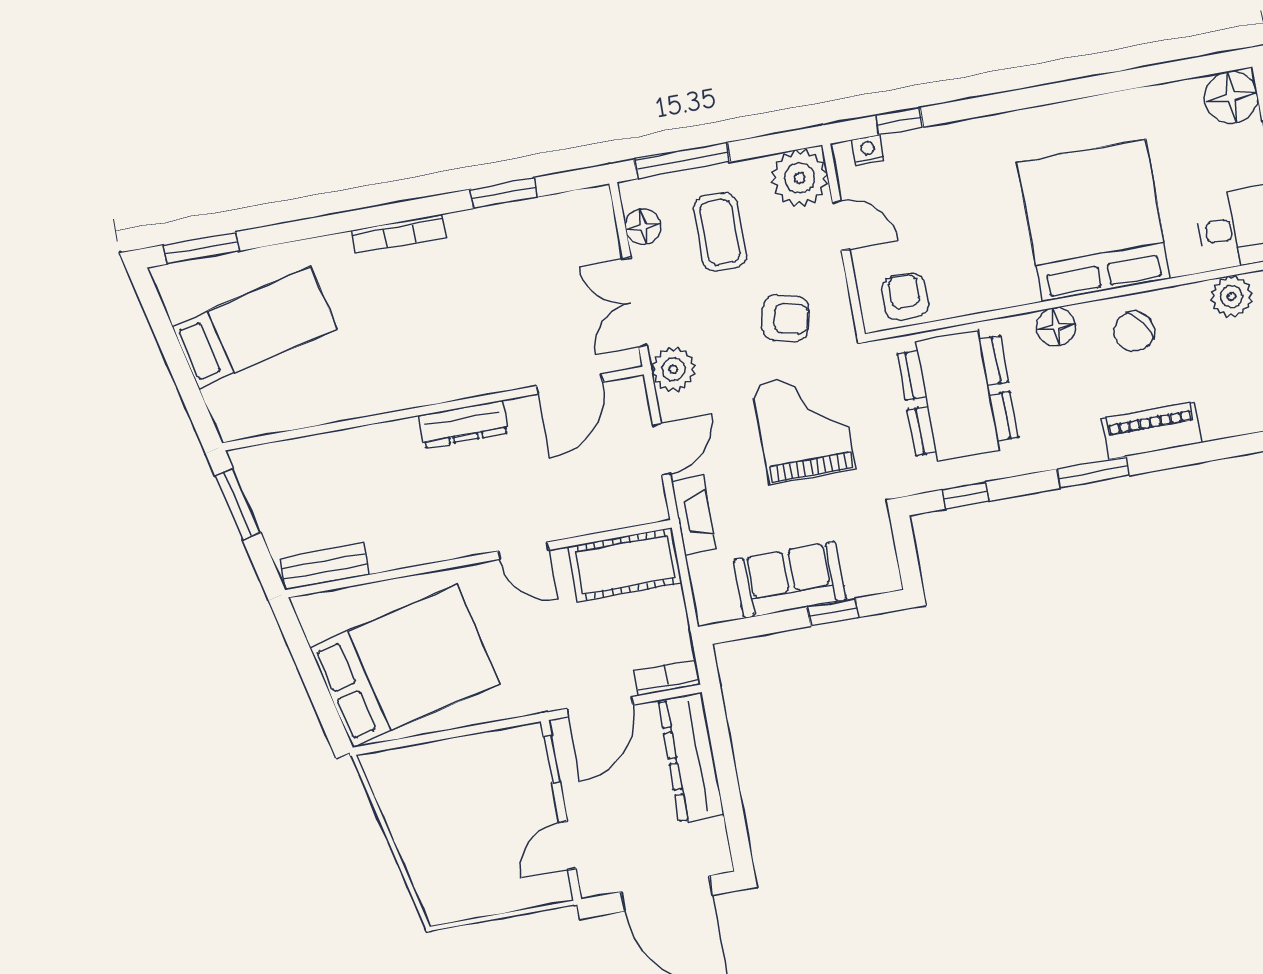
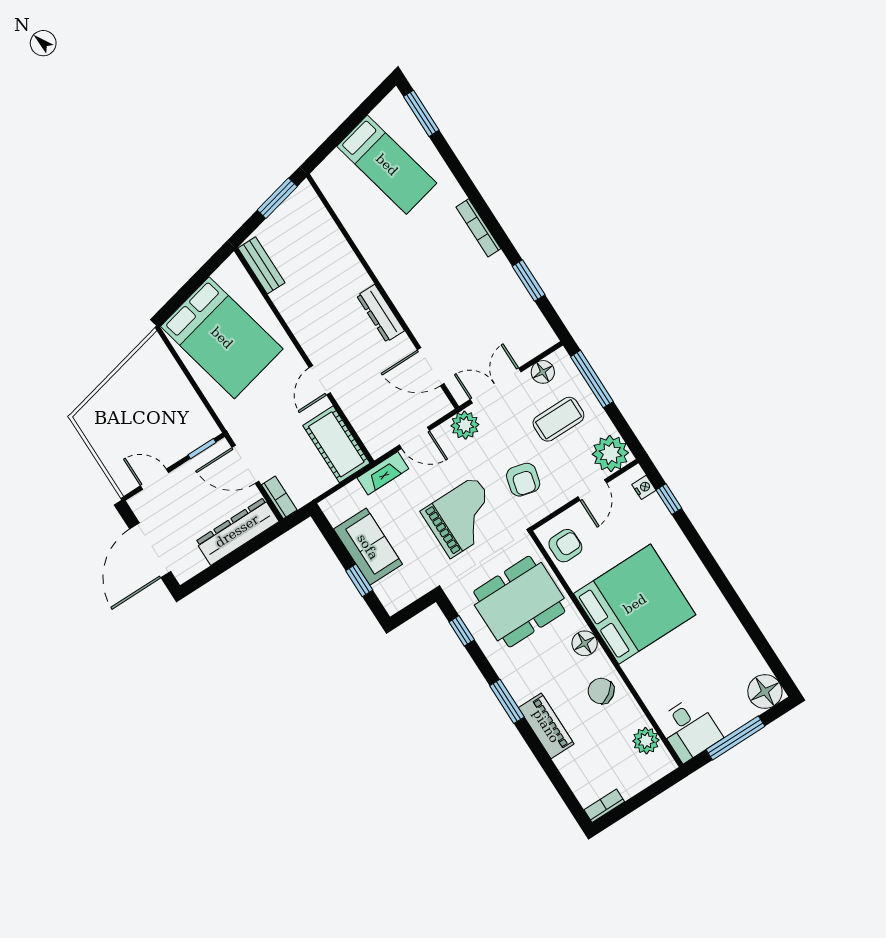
bed: (1094, 221) -> (635, 604), moved

